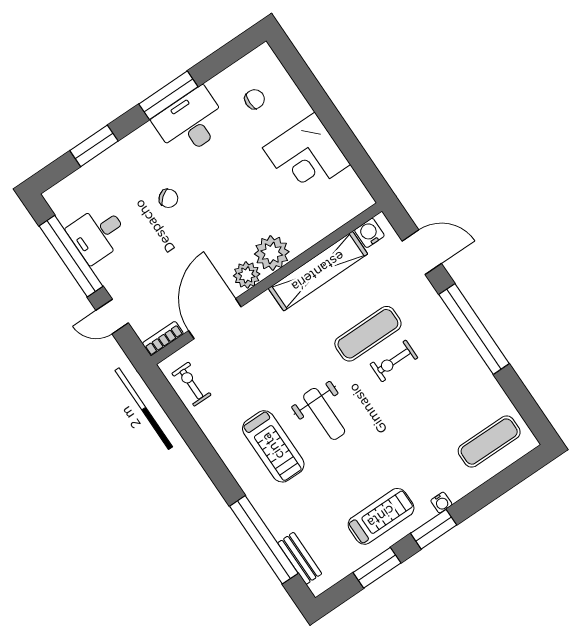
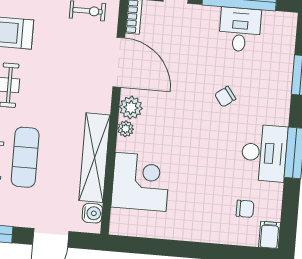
filing cabinet: (260, 58) -> (269, 235), added
chair: (255, 99) -> (245, 209), turned -90
corner desk: (306, 156) -> (141, 182), moved, turned 90
plant: (272, 253) -> (126, 129), width x0.53, depth x0.53

